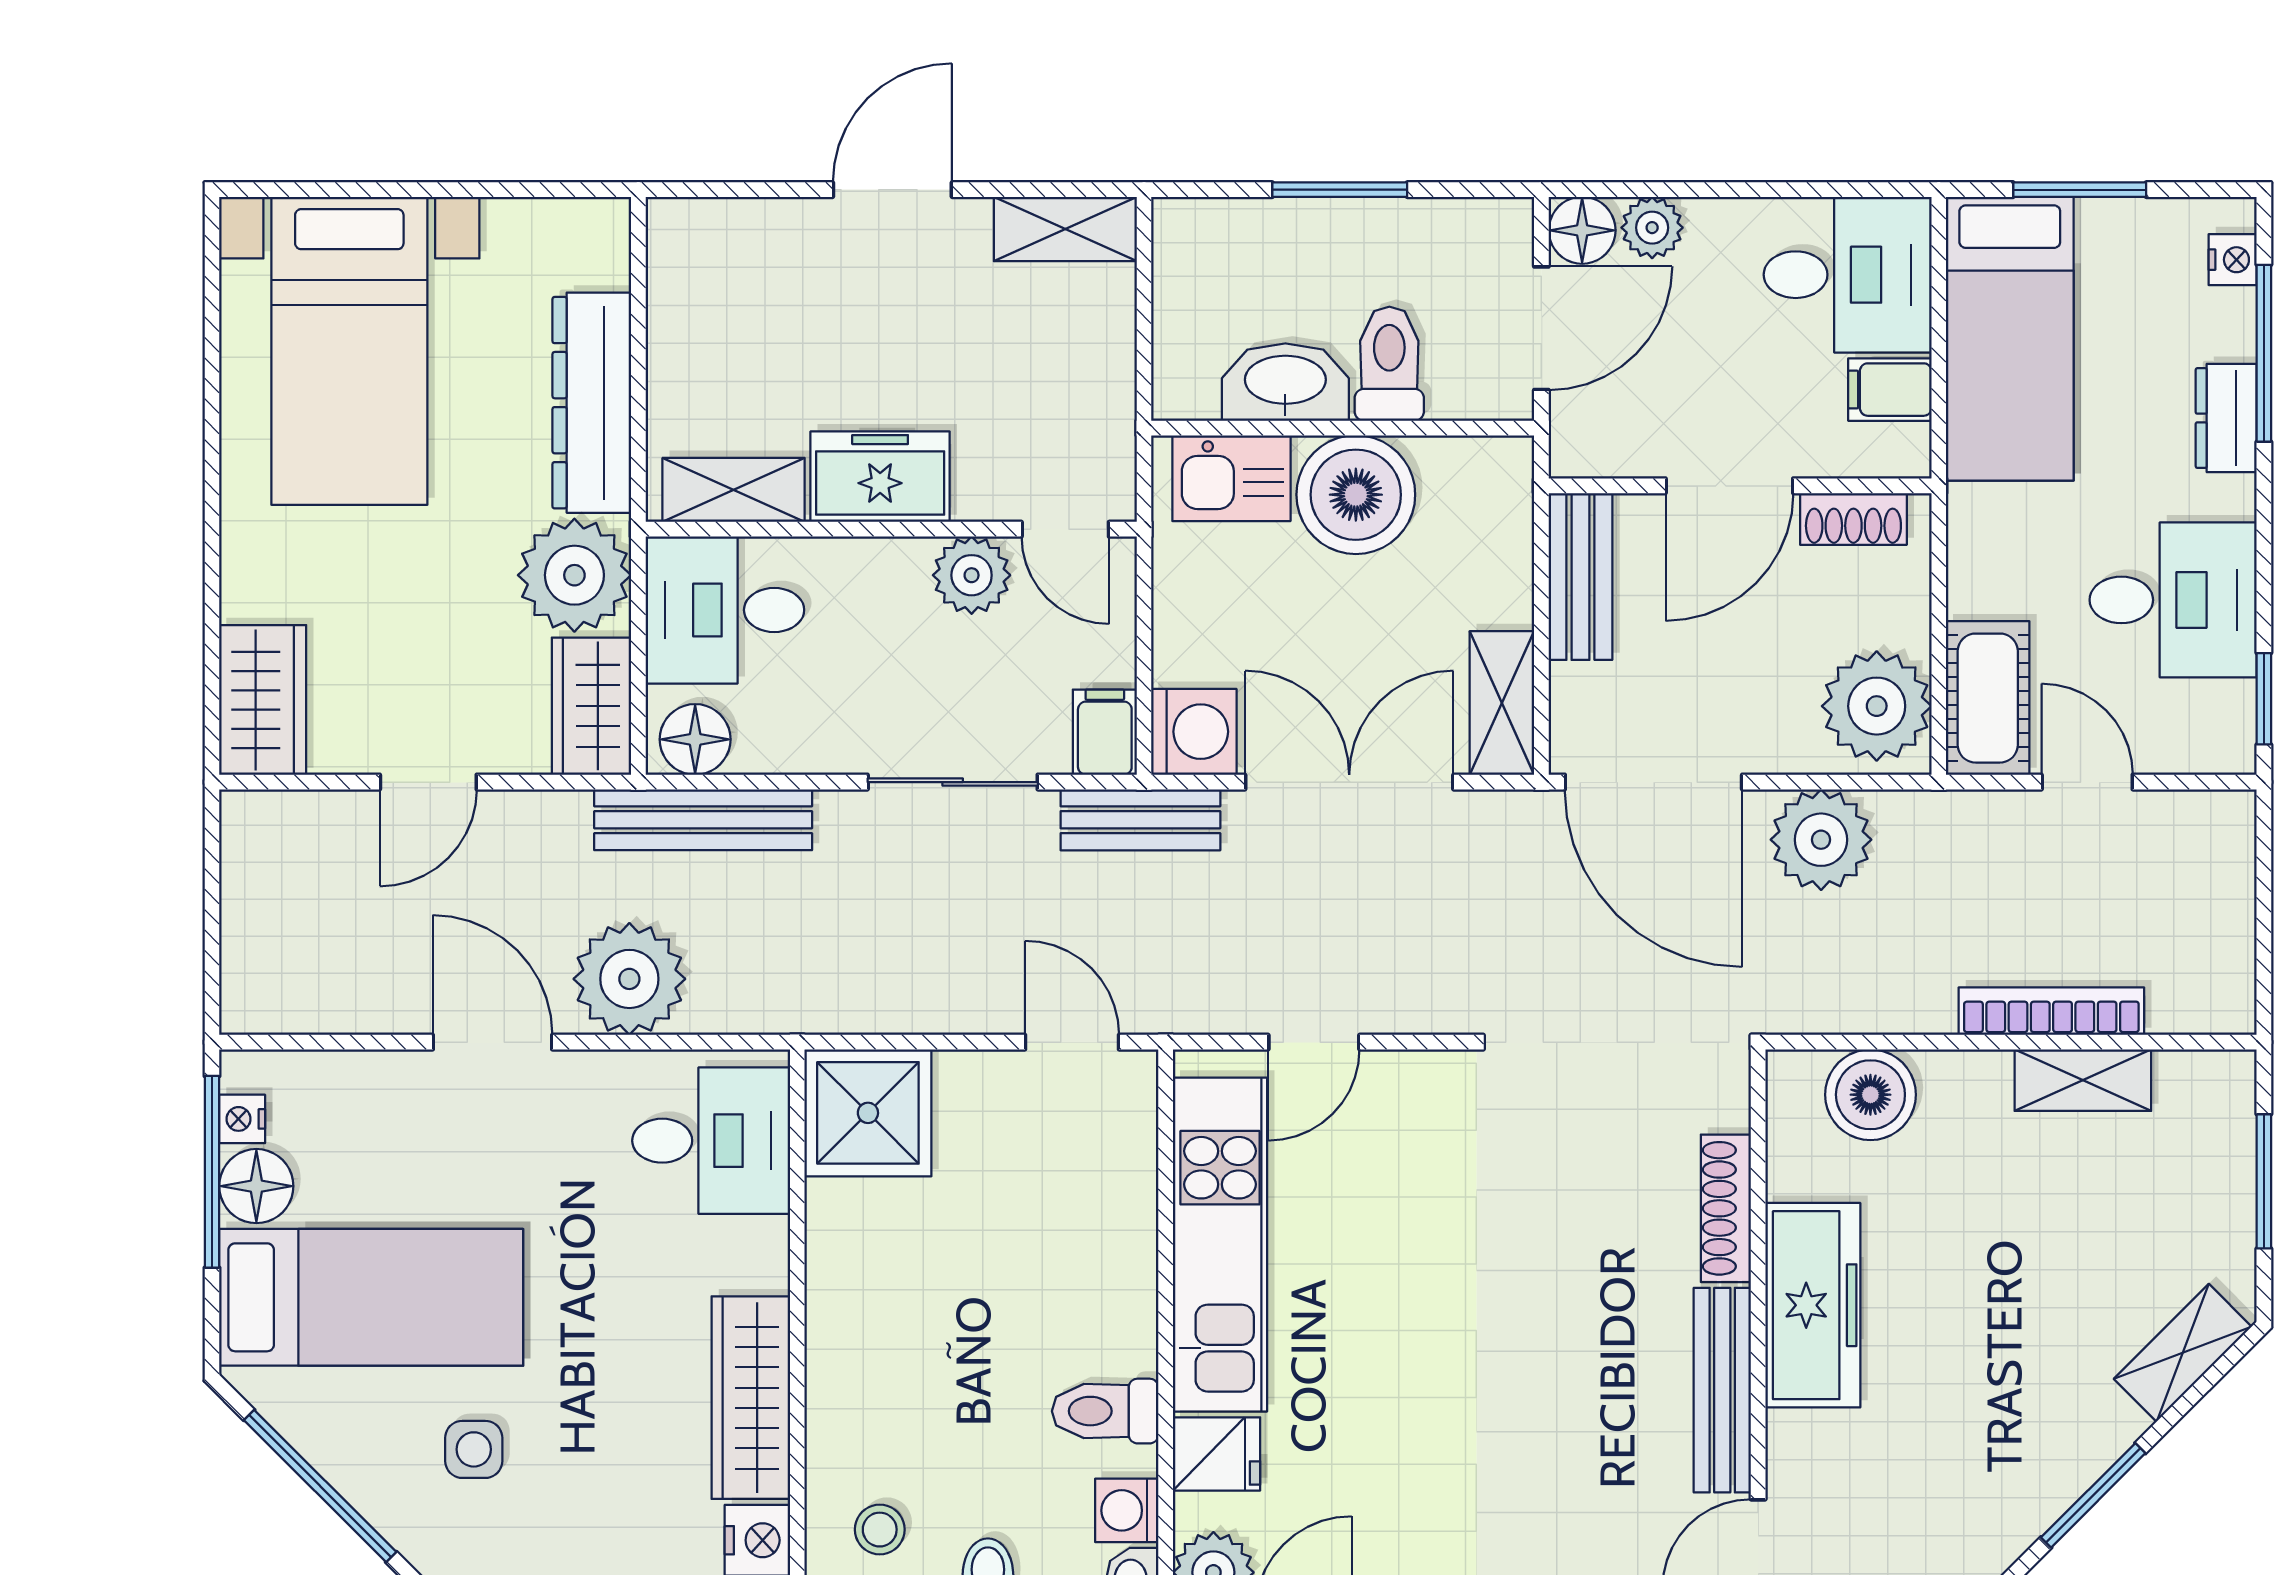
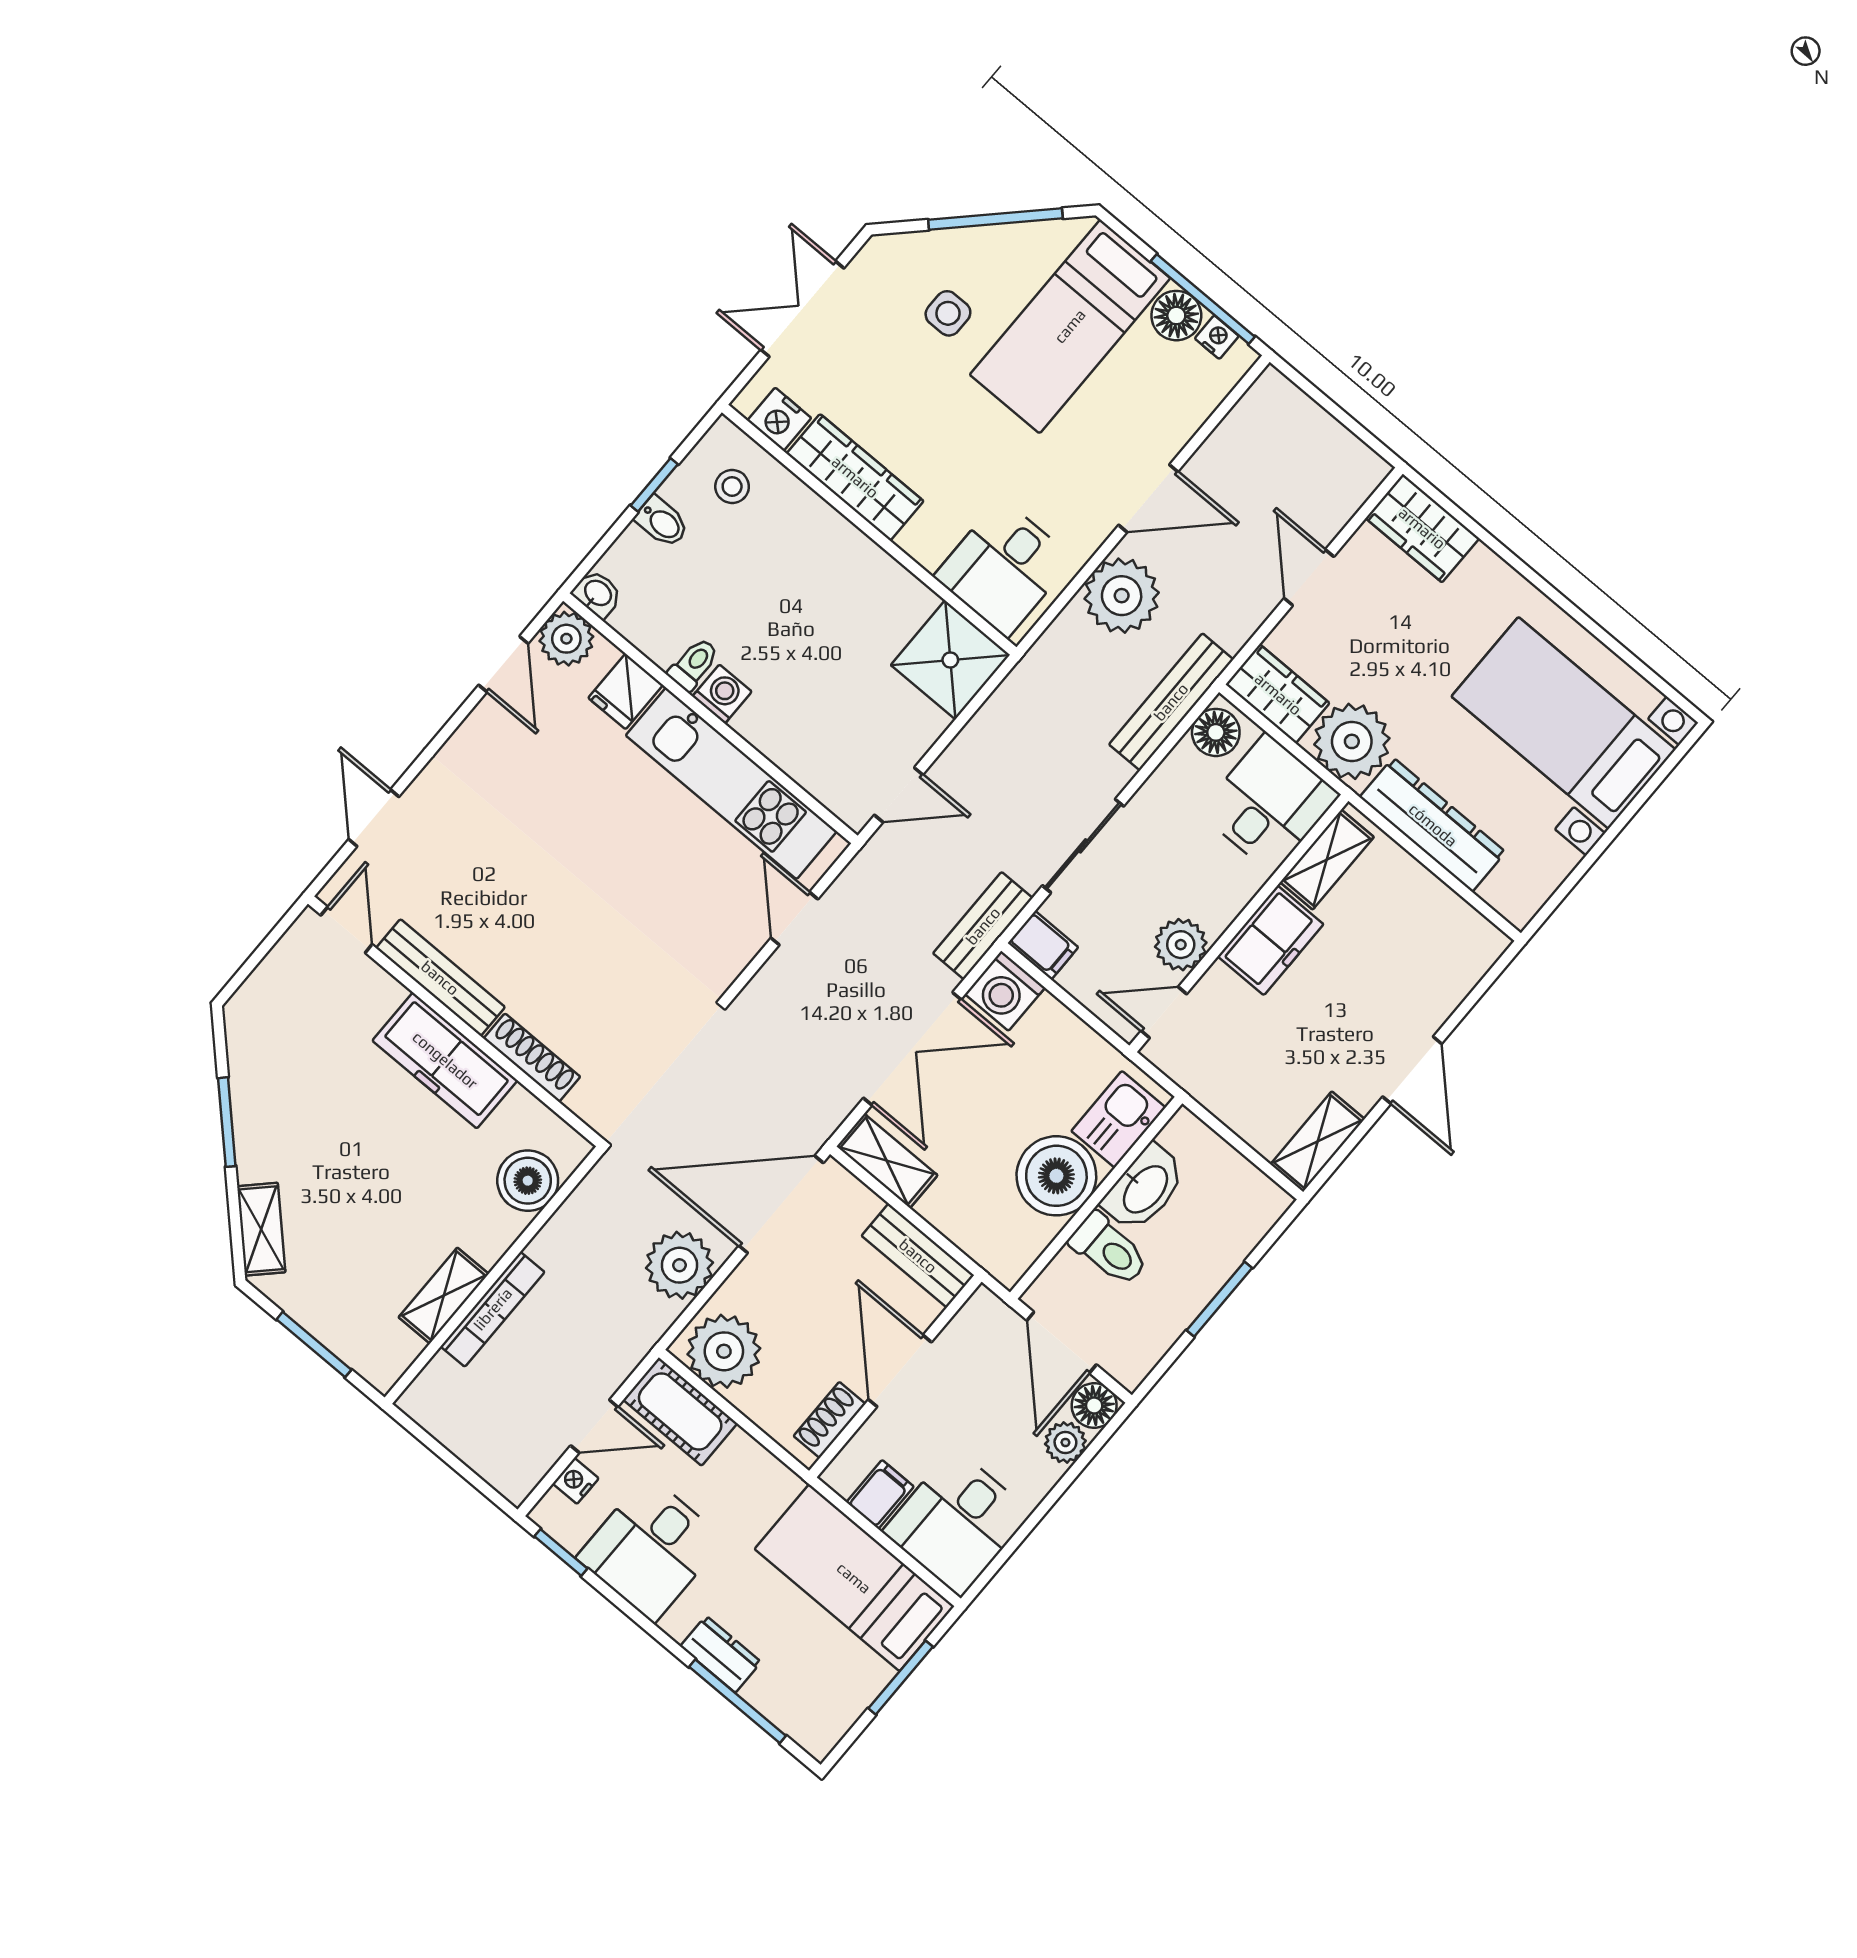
nightstand: (2233, 260) -> (576, 1481), moved, turned 90
toilet: (1105, 1411) -> (694, 664), width x0.73, depth x0.72
washing machine: (1127, 1510) -> (722, 694), moved

